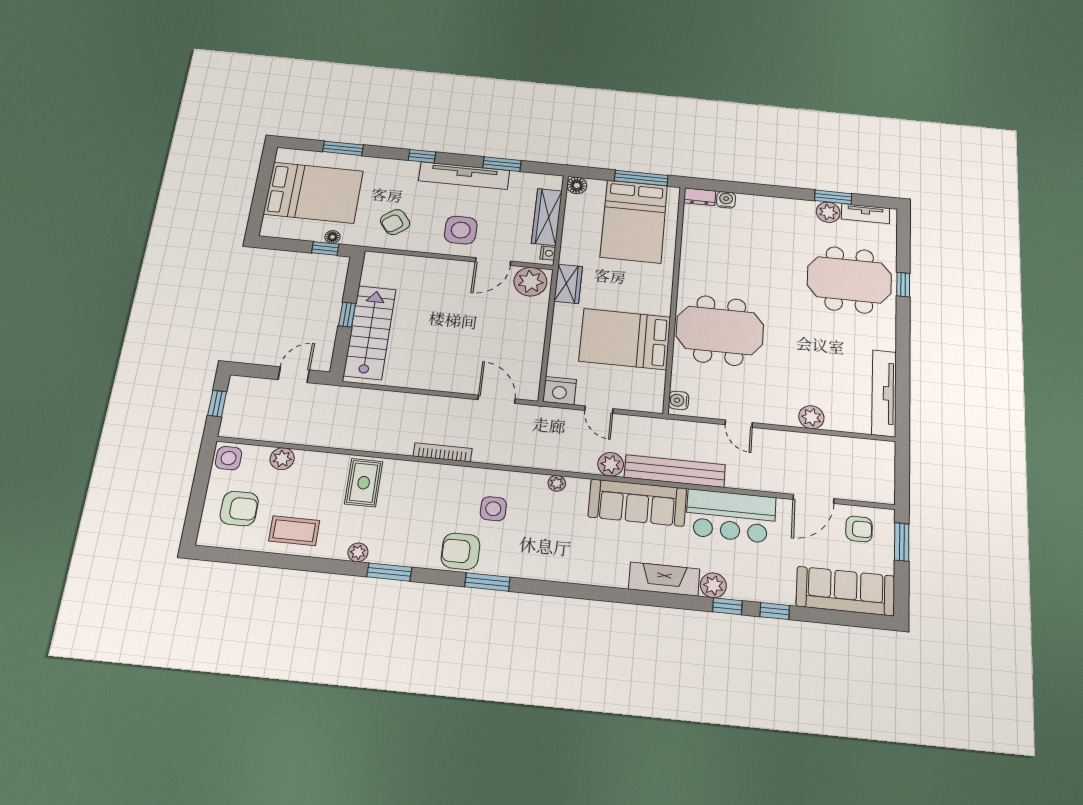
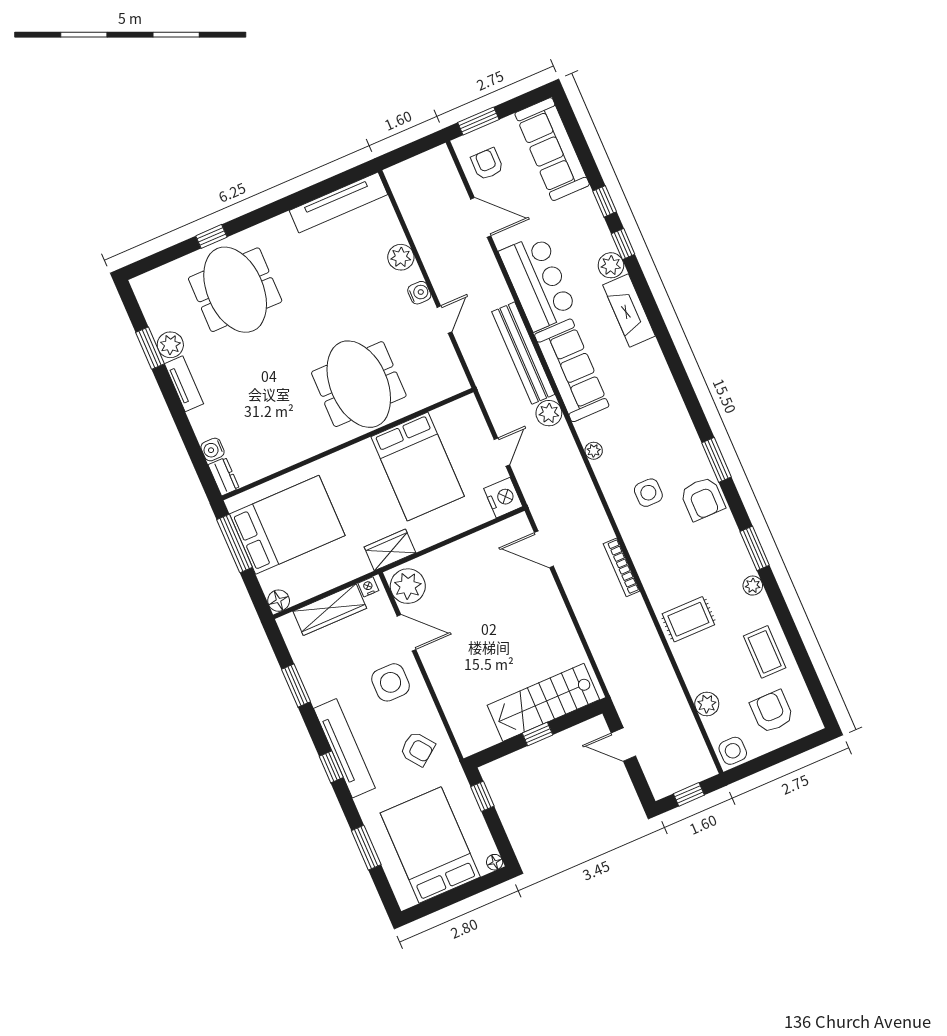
tv unit: (464, 176) -> (344, 748), moved
tv unit: (865, 214) -> (184, 384), moved
floor lamp: (332, 237) -> (495, 862), moved
door: (497, 399) -> (544, 549), hinge flipped
water cooler: (679, 400) -> (419, 293), moved, turned -90

